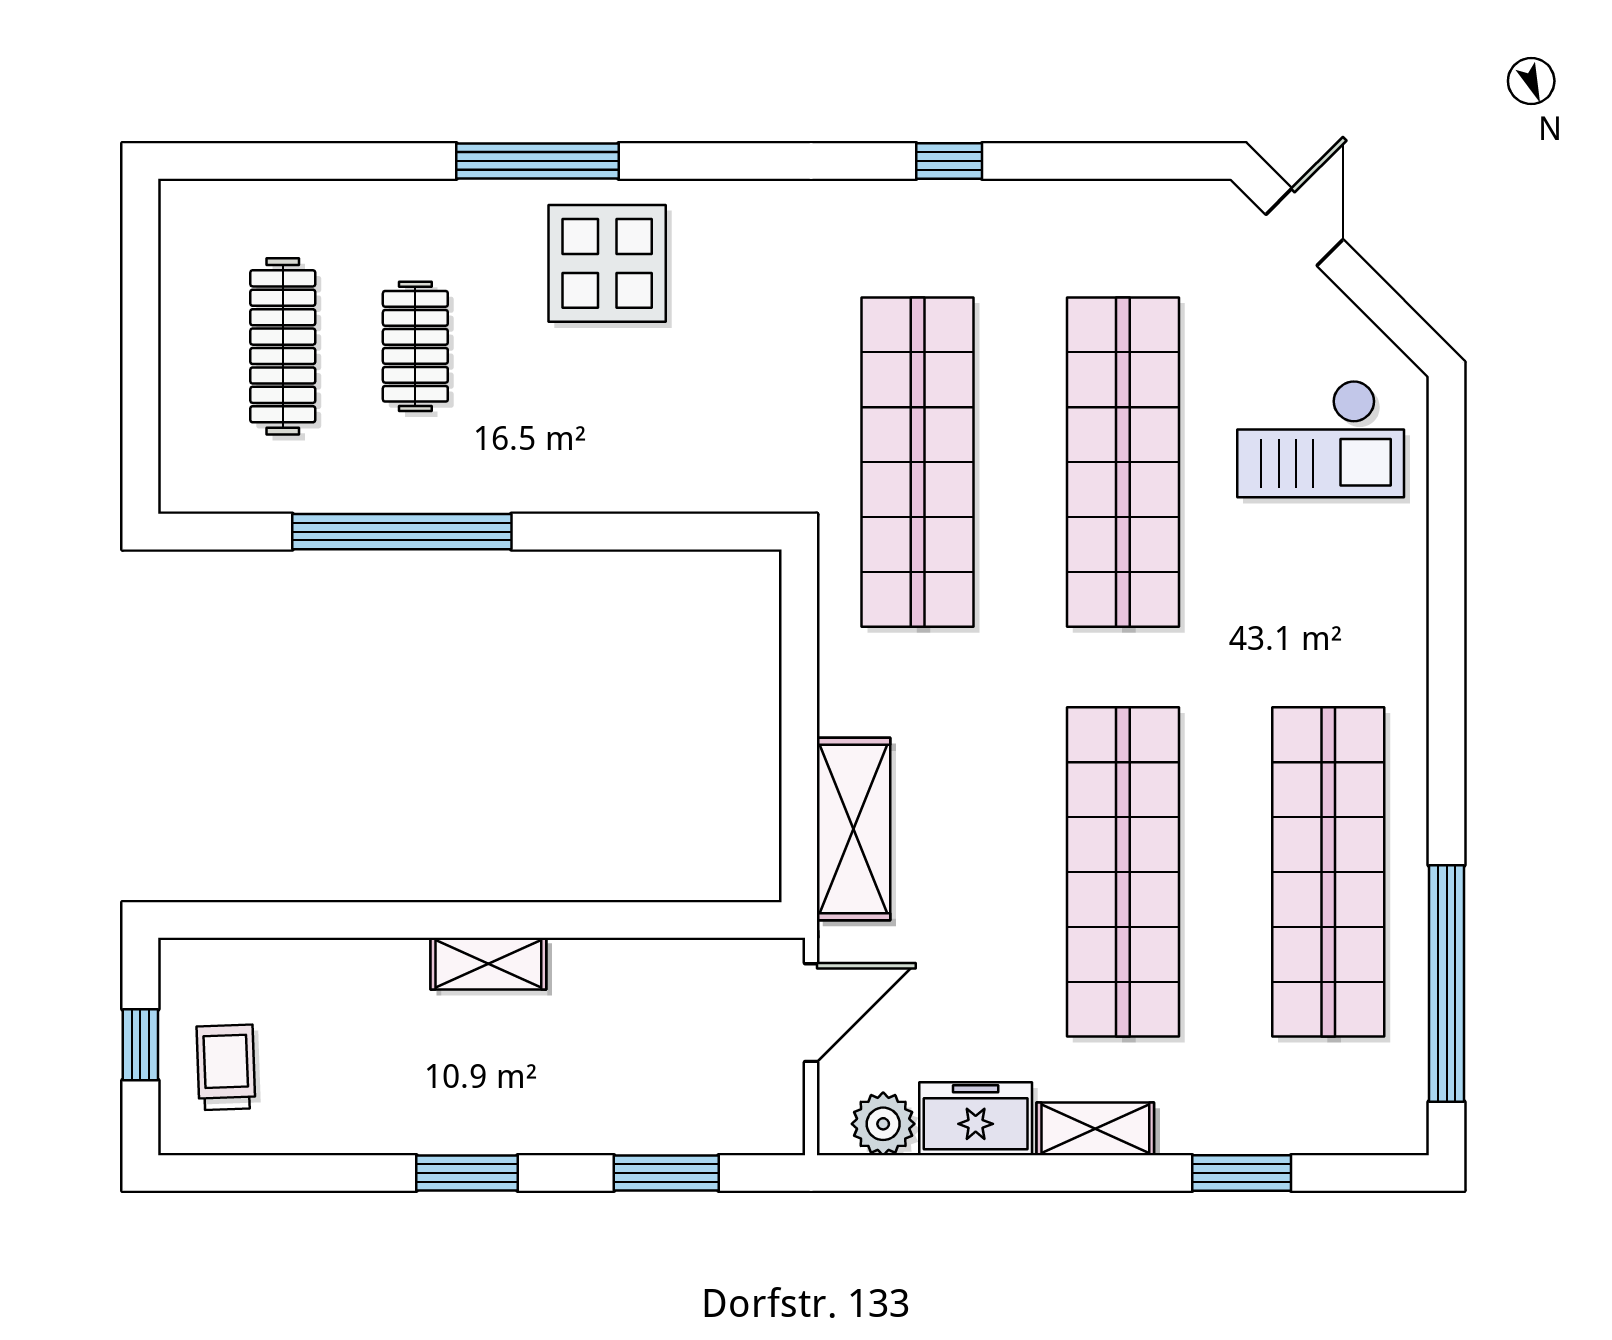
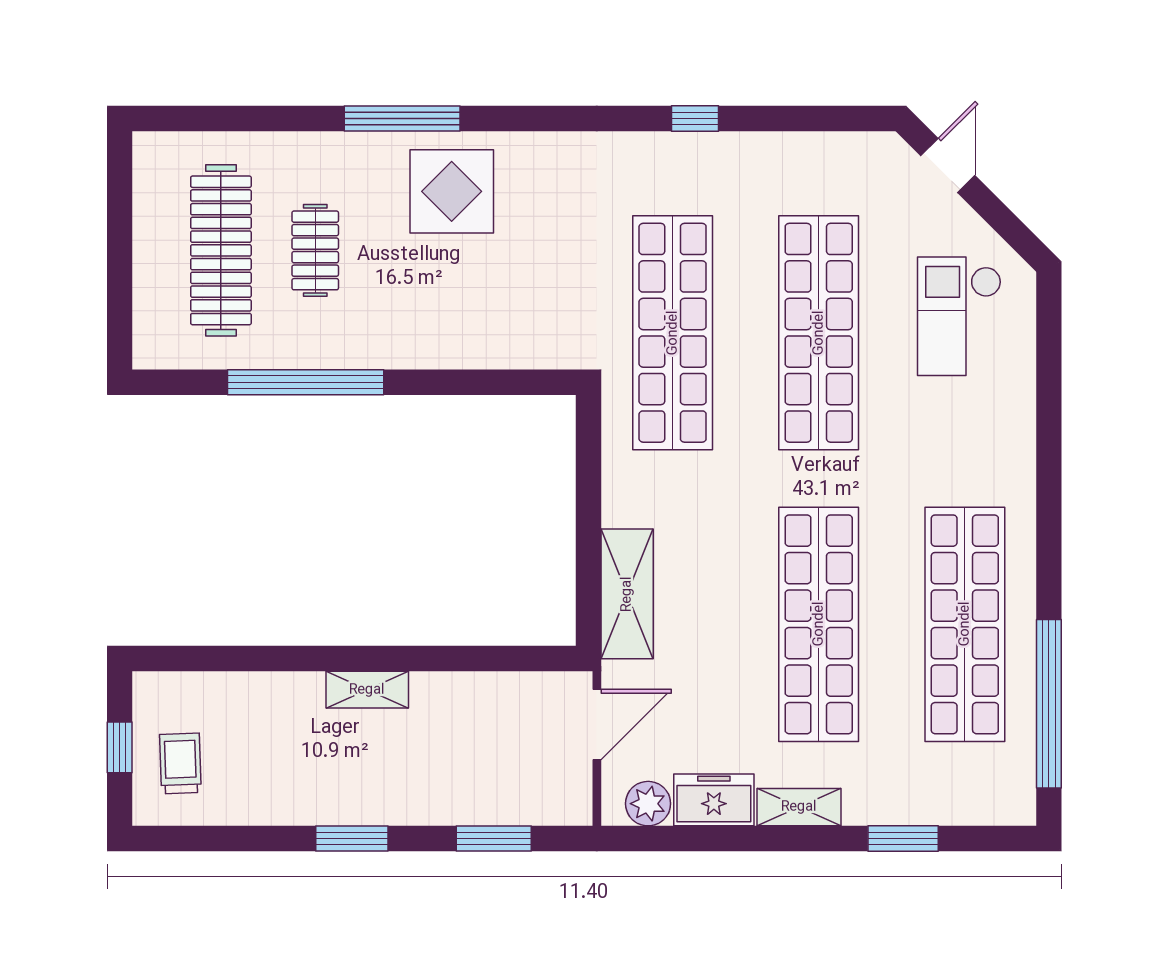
clothes rail: (283, 346) -> (221, 250), width x1.37, depth x1.31
checkout: (1321, 439) -> (959, 316), turned 90

